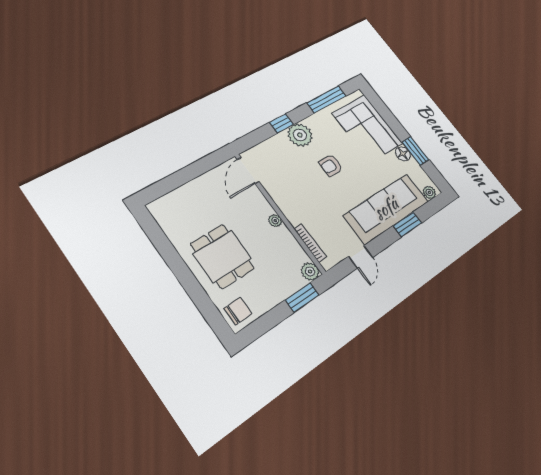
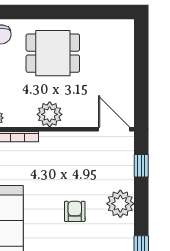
window: (281, 123) -> (141, 166), moved
plant: (275, 221) -> (50, 114), width x1.88, depth x1.88

